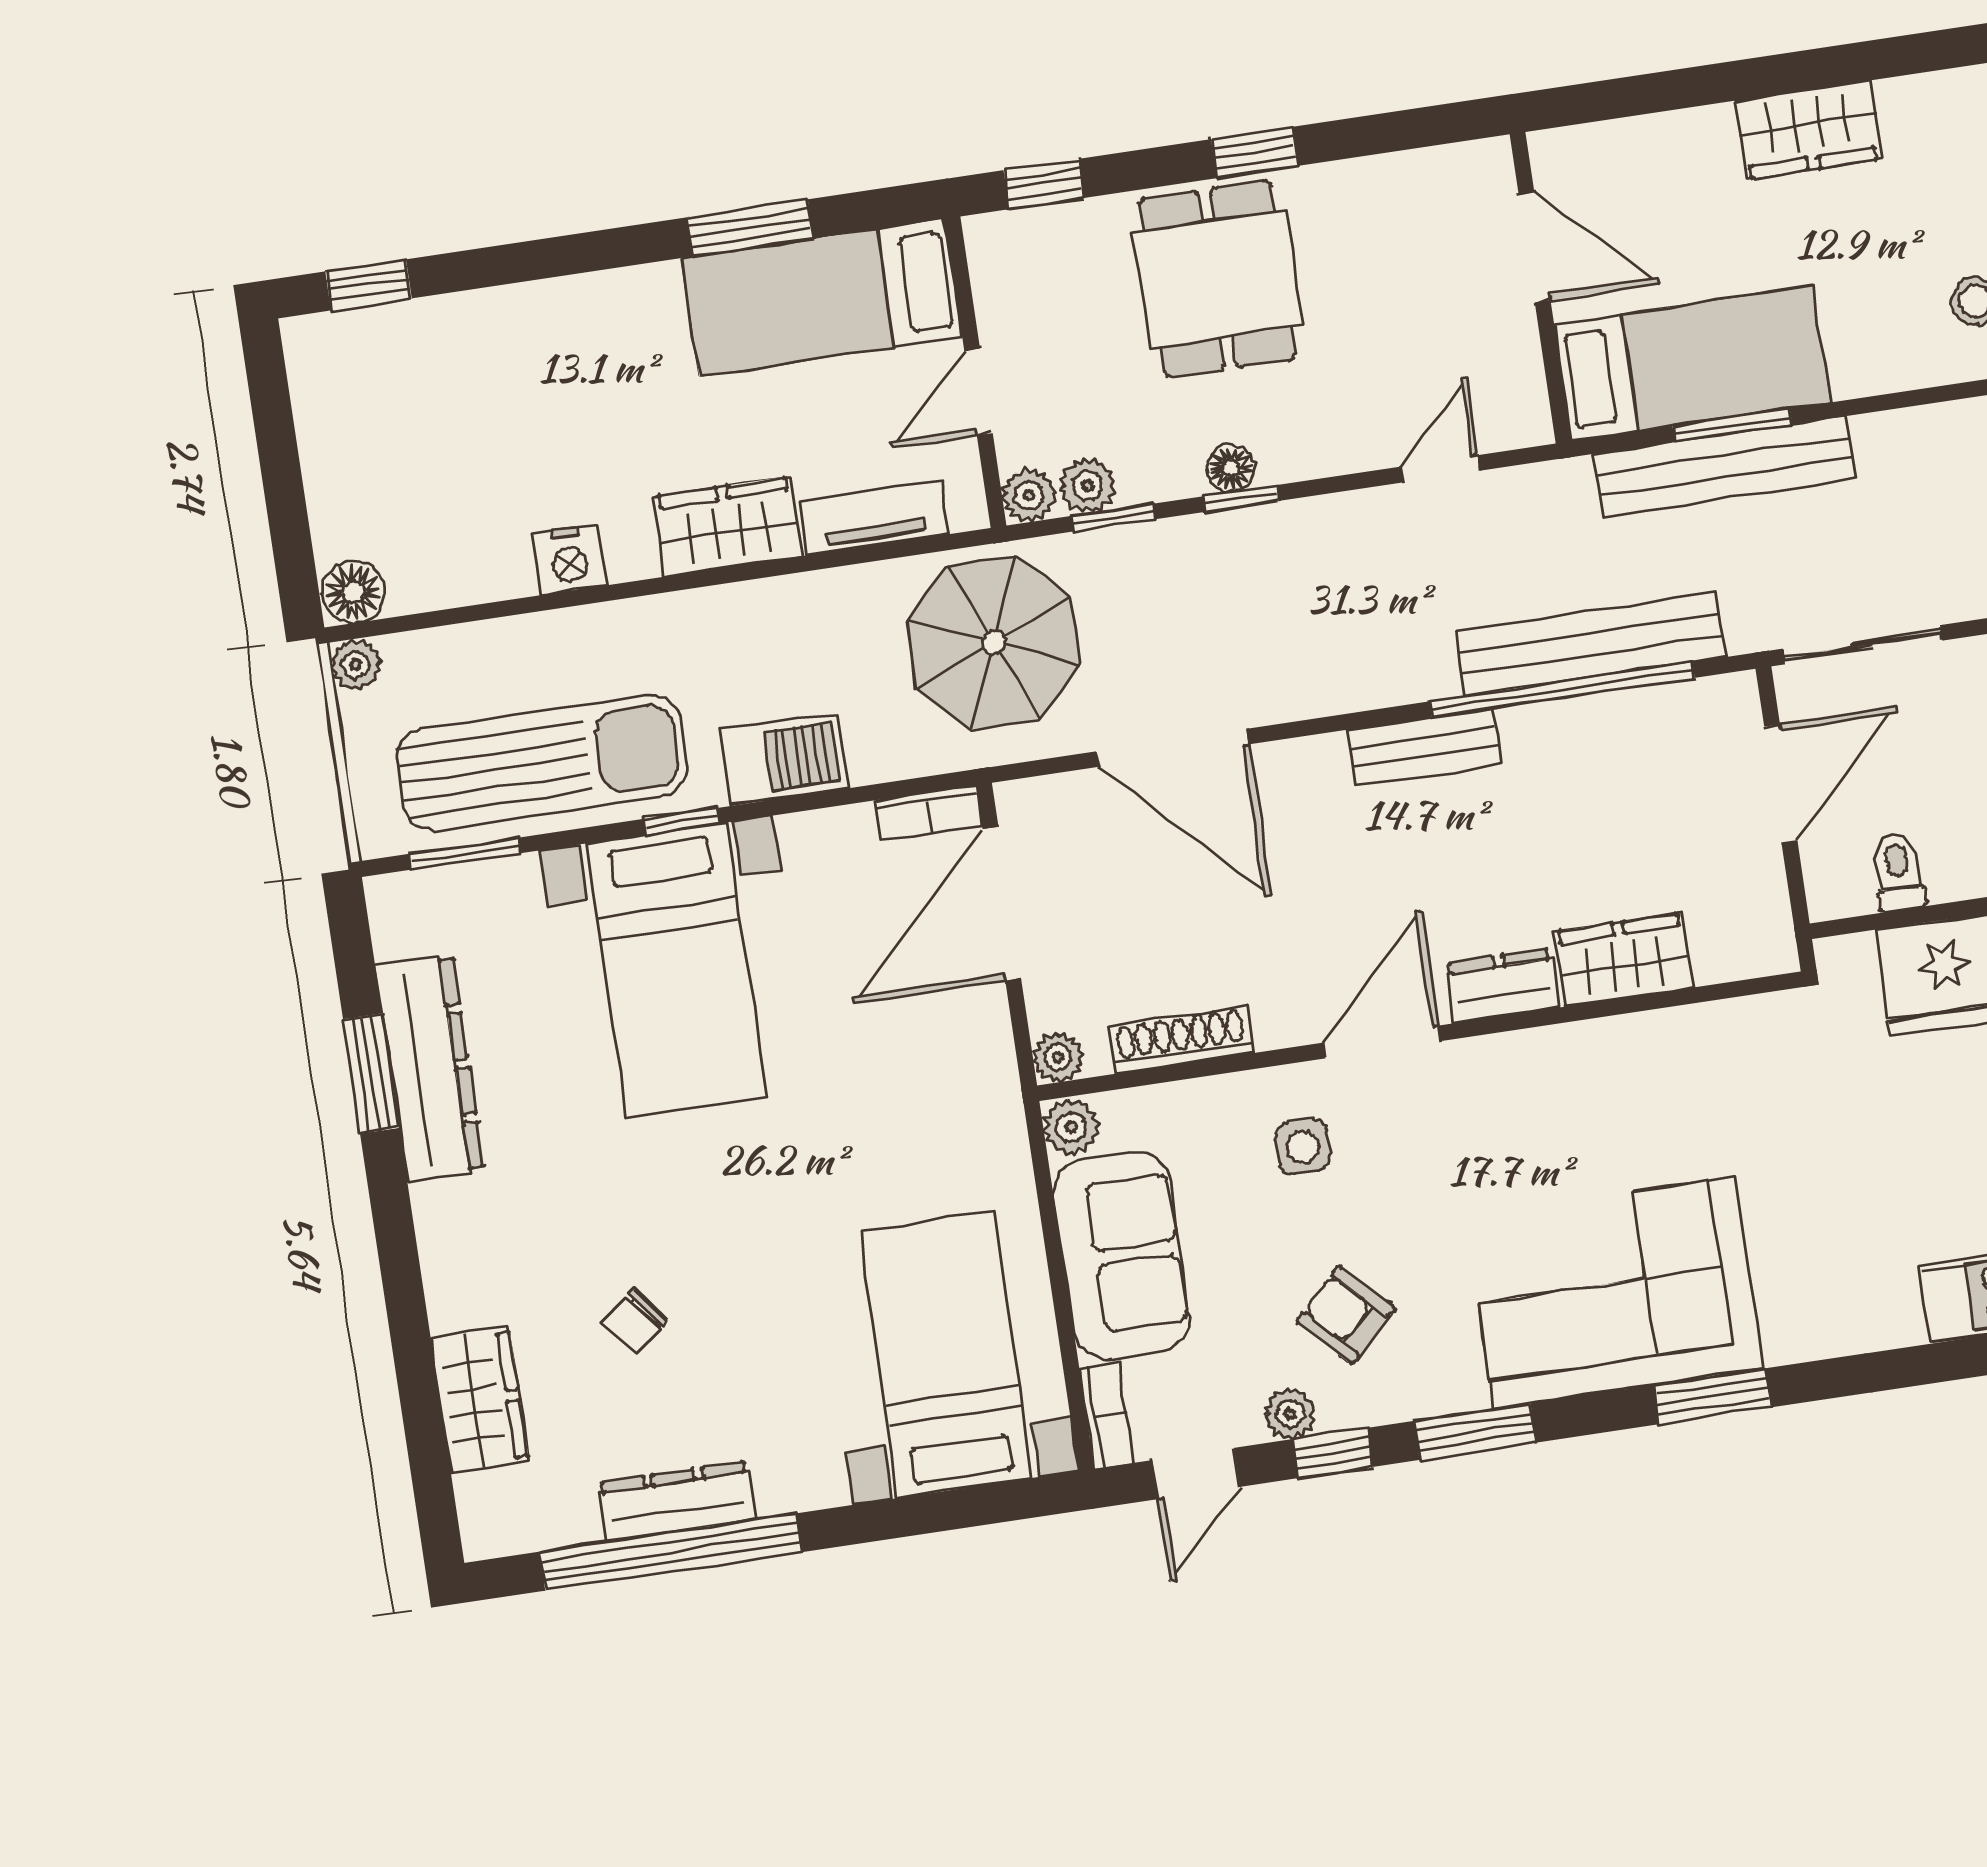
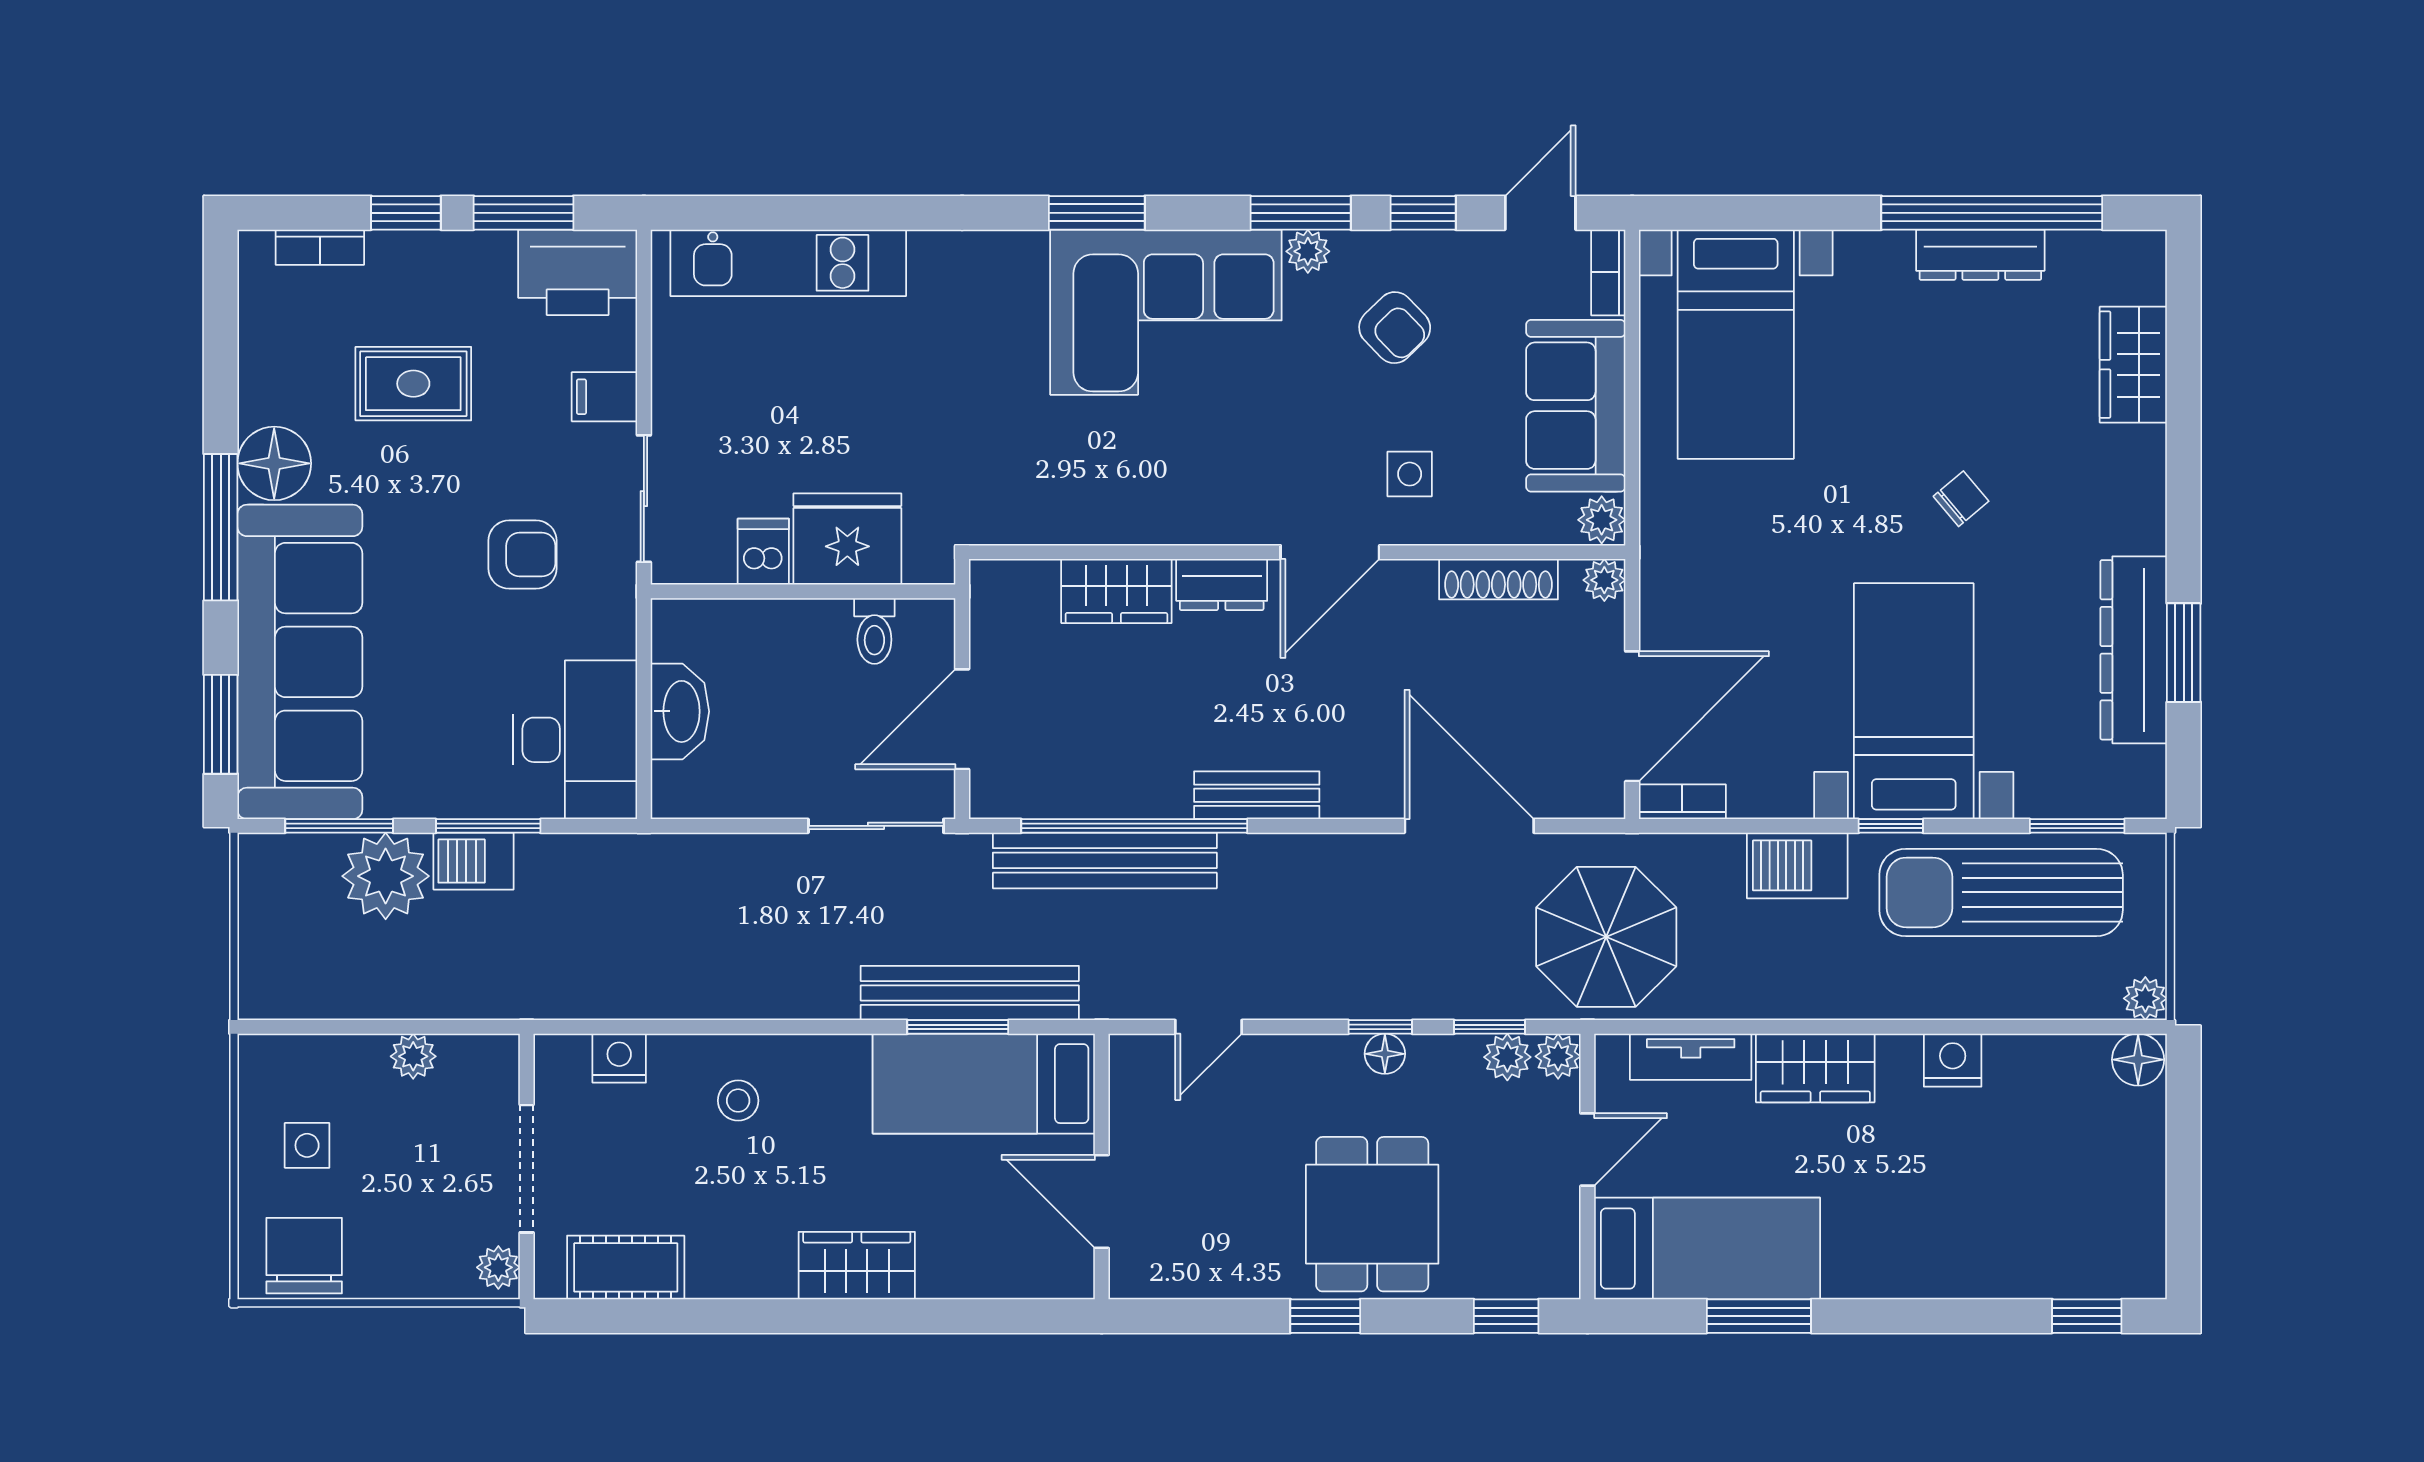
chair: (636, 1322) -> (1961, 499), moved
plant: (1290, 1414) -> (1308, 251), moved

